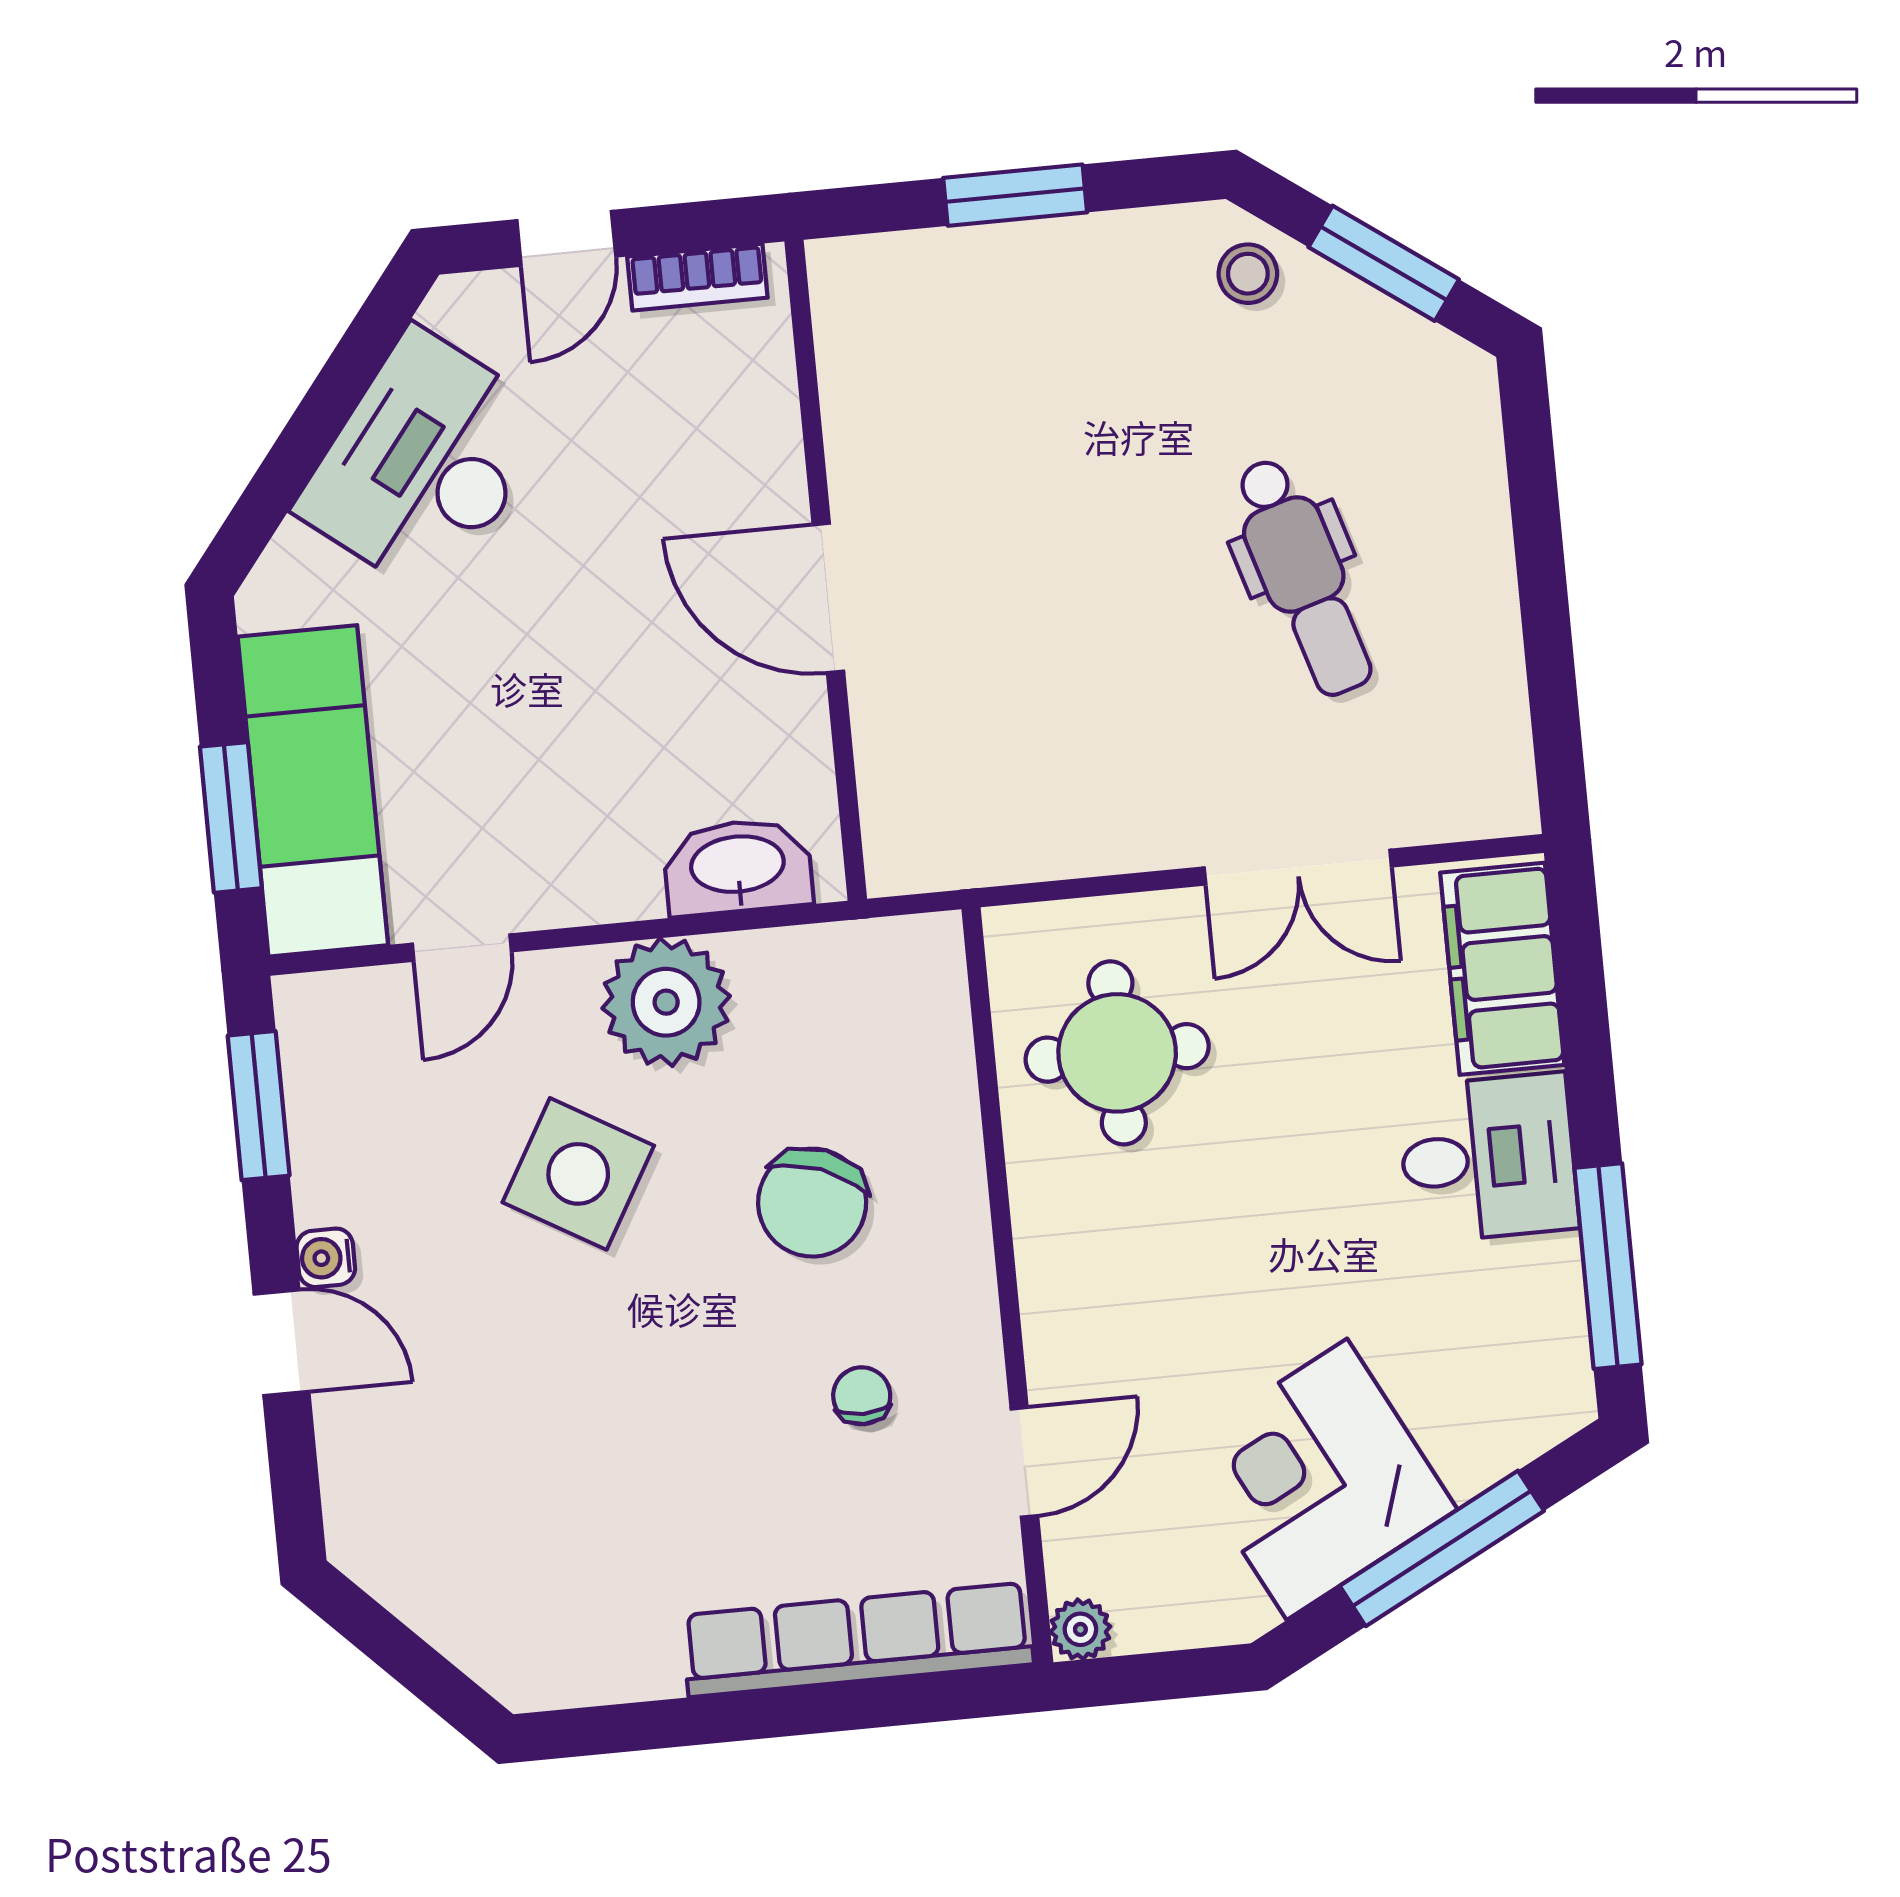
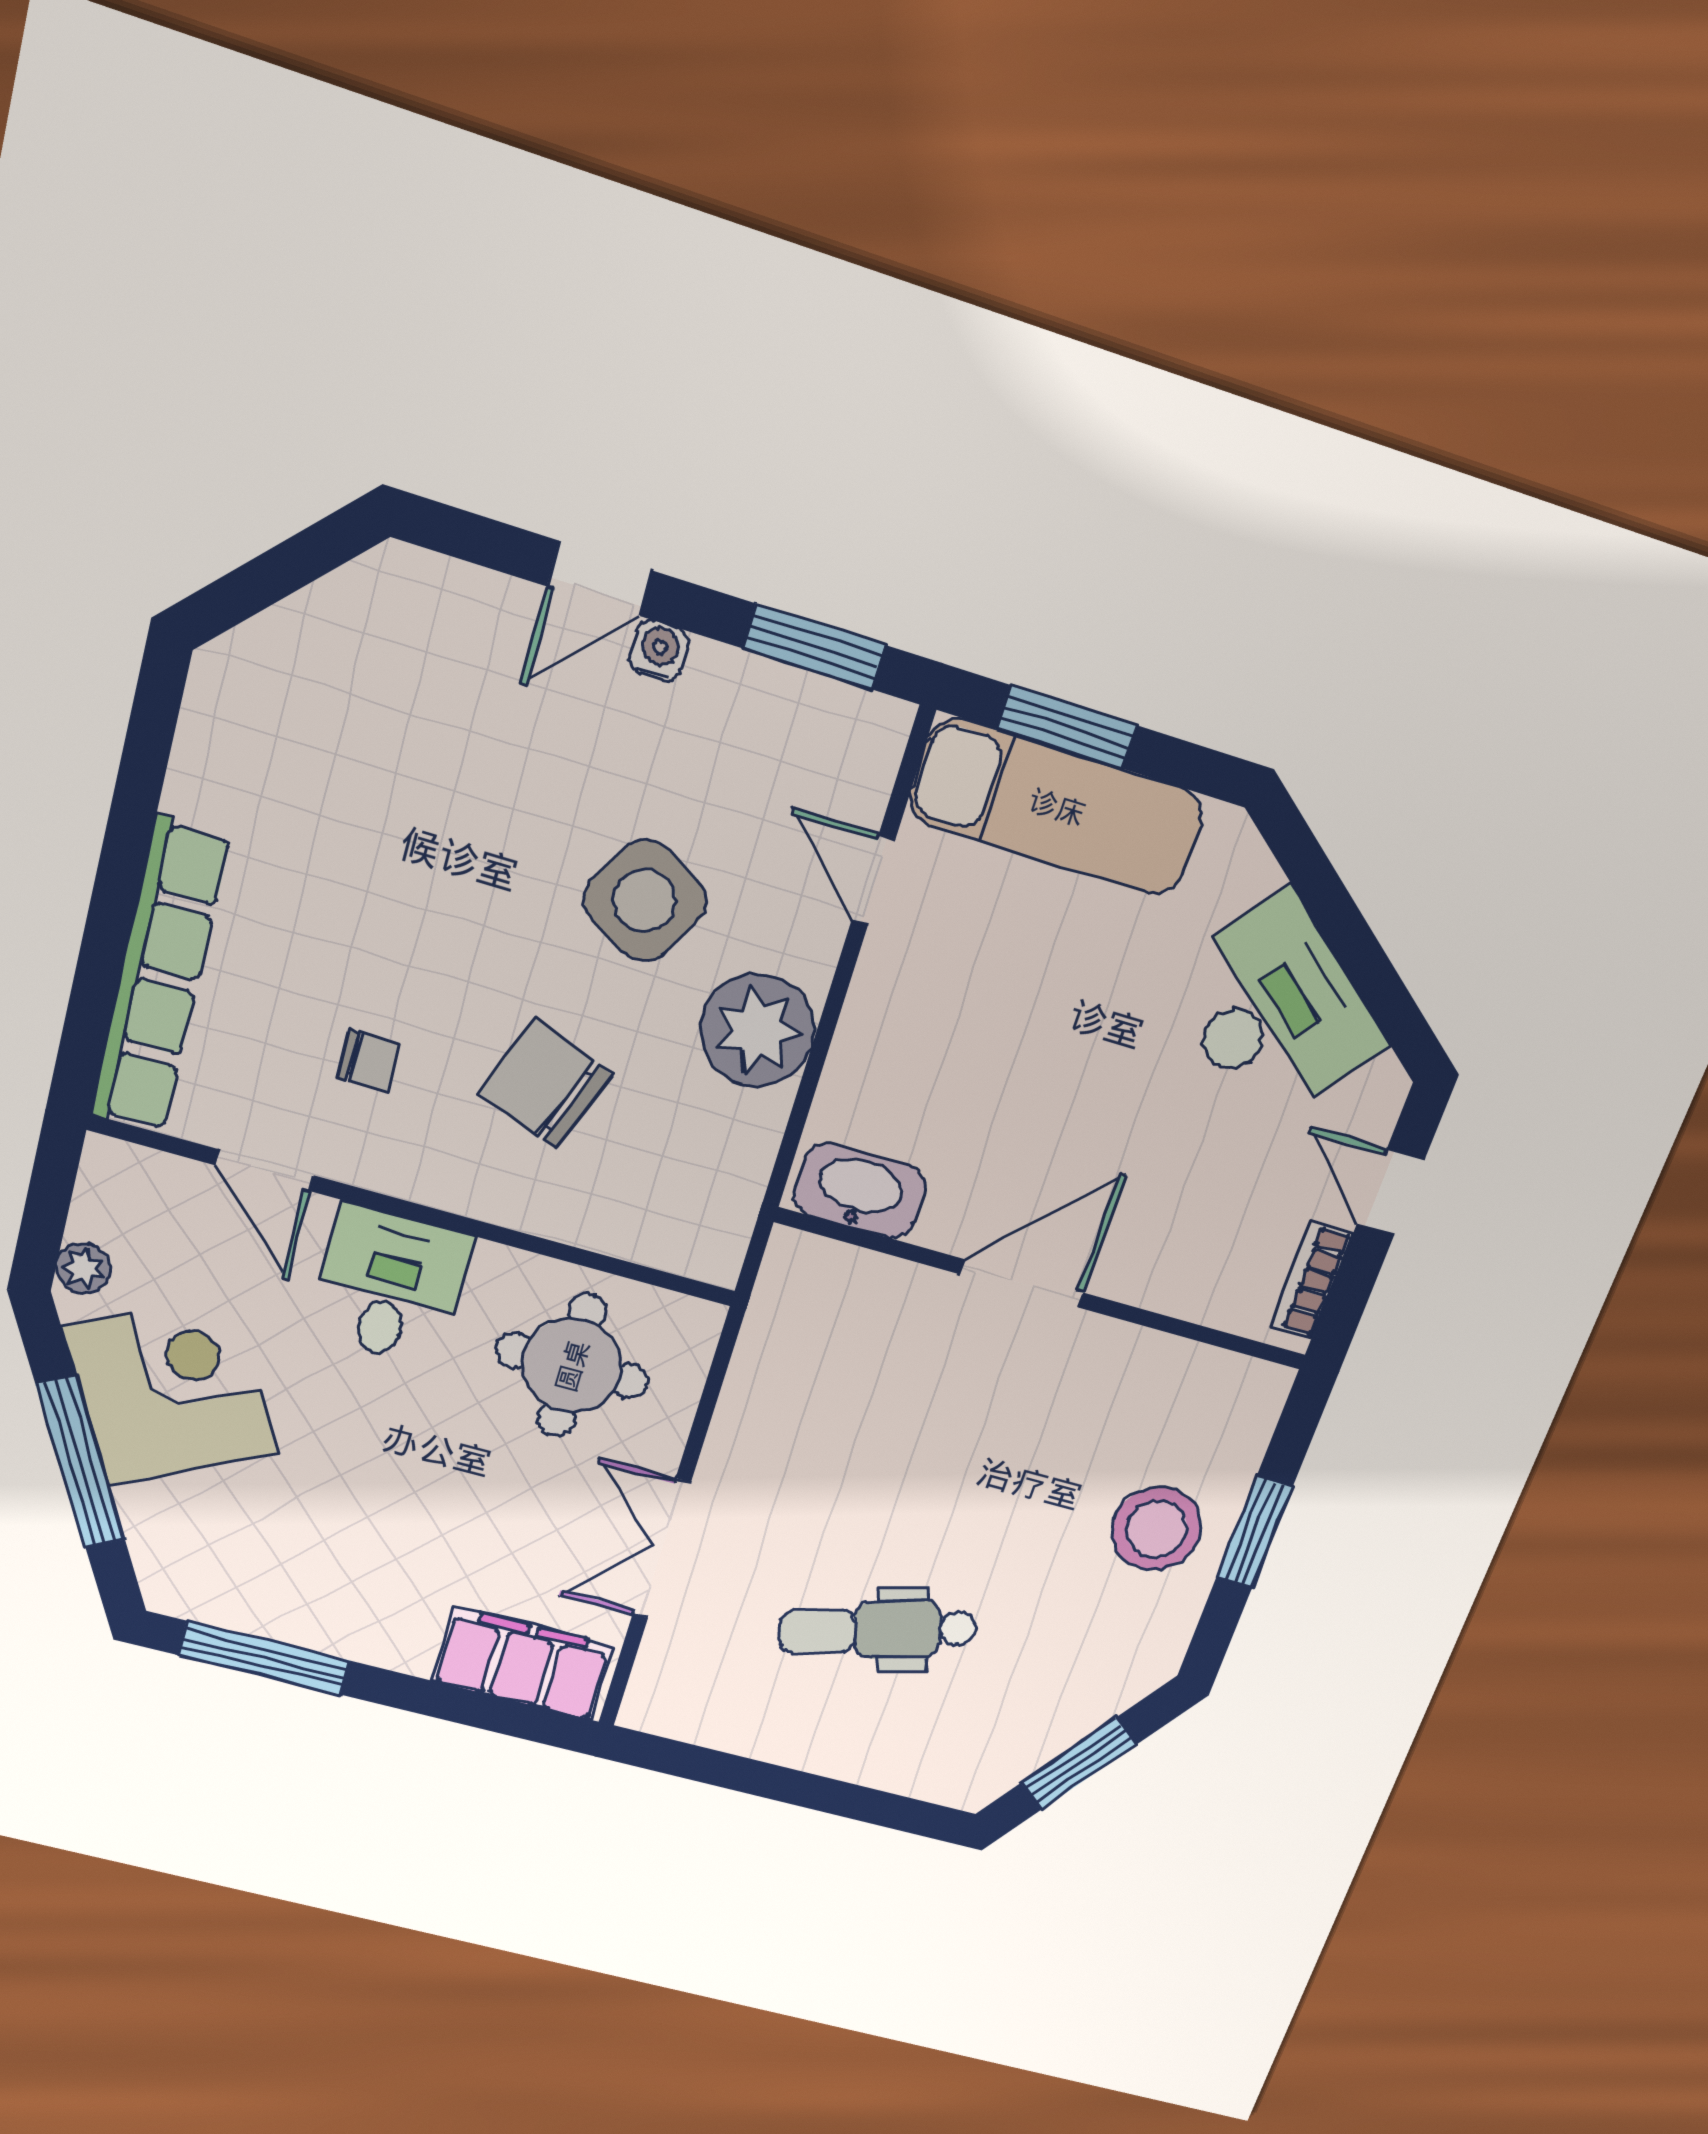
stool: (1248, 274) -> (1156, 1529), moved, width x1.89, depth x1.89
washbasin: (738, 867) -> (859, 1191), moved, turned -90
desk: (1488, 1158) -> (391, 1286), moved, turned 180
plant: (1080, 1629) -> (83, 1268), moved

